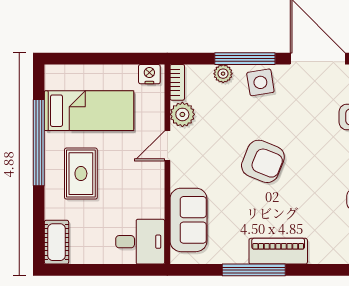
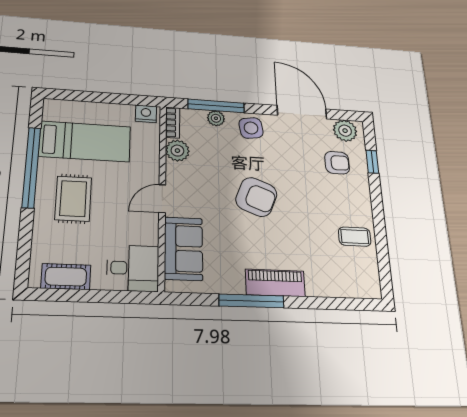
window: (245, 59) -> (216, 106), moved
door: (167, 146) -> (162, 199), moved
cot: (56, 242) -> (66, 277), moved, turned 90

